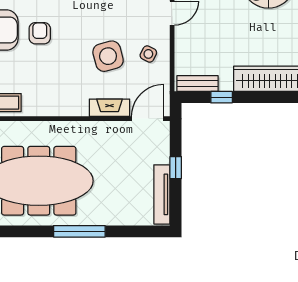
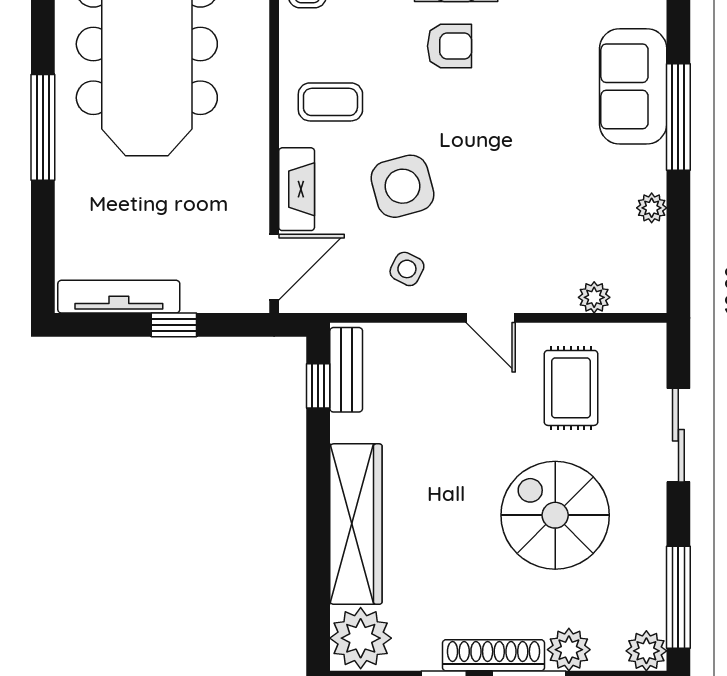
coffee table: (67, 91) -> (330, 102), added
window: (222, 97) -> (318, 386), moved
door: (147, 119) -> (274, 267), hinge flipped

